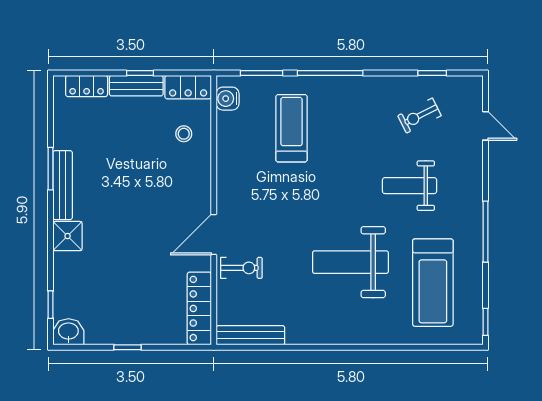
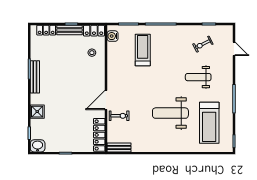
shower: (68, 236) -> (37, 112), moved
bench: (250, 335) -> (119, 147), width x0.73

